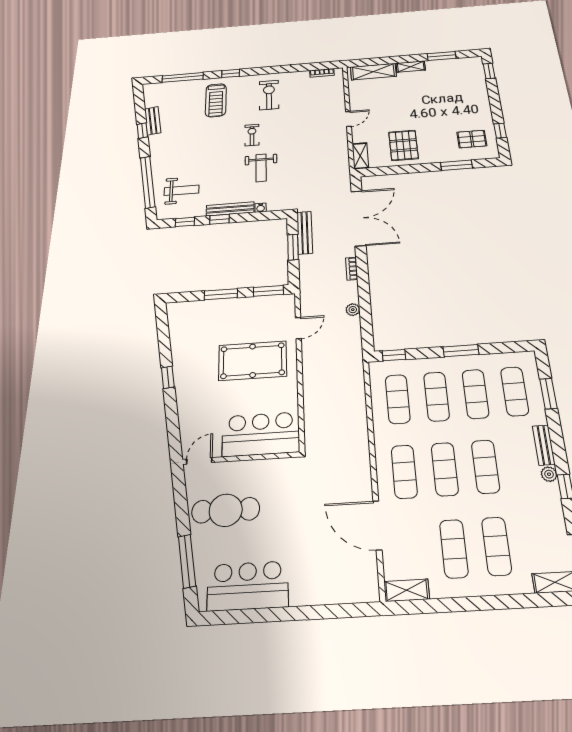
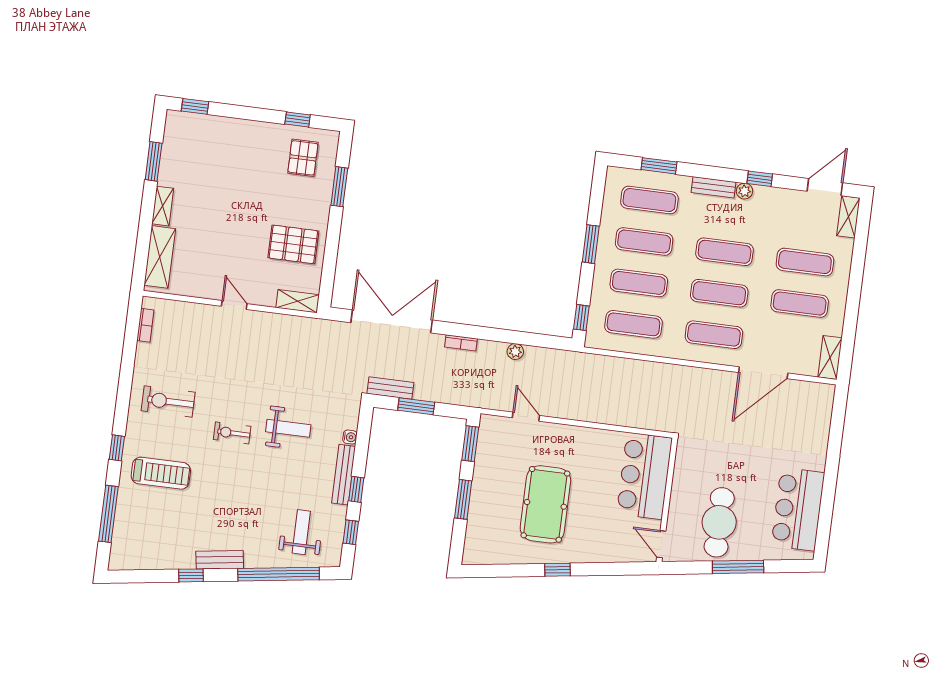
bench: (153, 121) -> (220, 560), moved
bench: (305, 233) -> (390, 388), width x0.73
pool table: (253, 361) -> (545, 504), moved
window: (187, 561) -> (738, 567), moved

